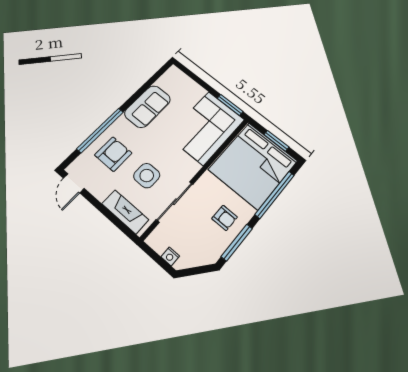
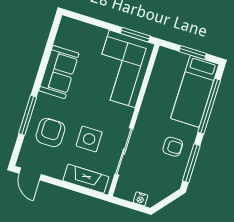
window: (100, 130) -> (28, 115), width x0.68
bed: (253, 165) -> (195, 91), width x0.49

